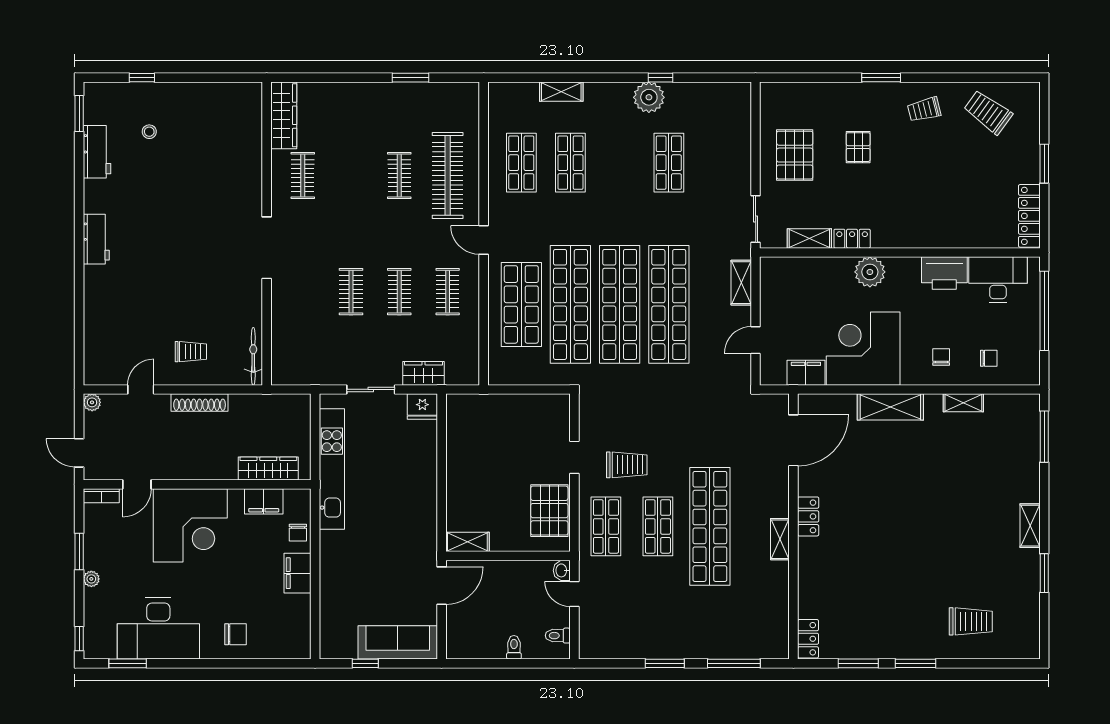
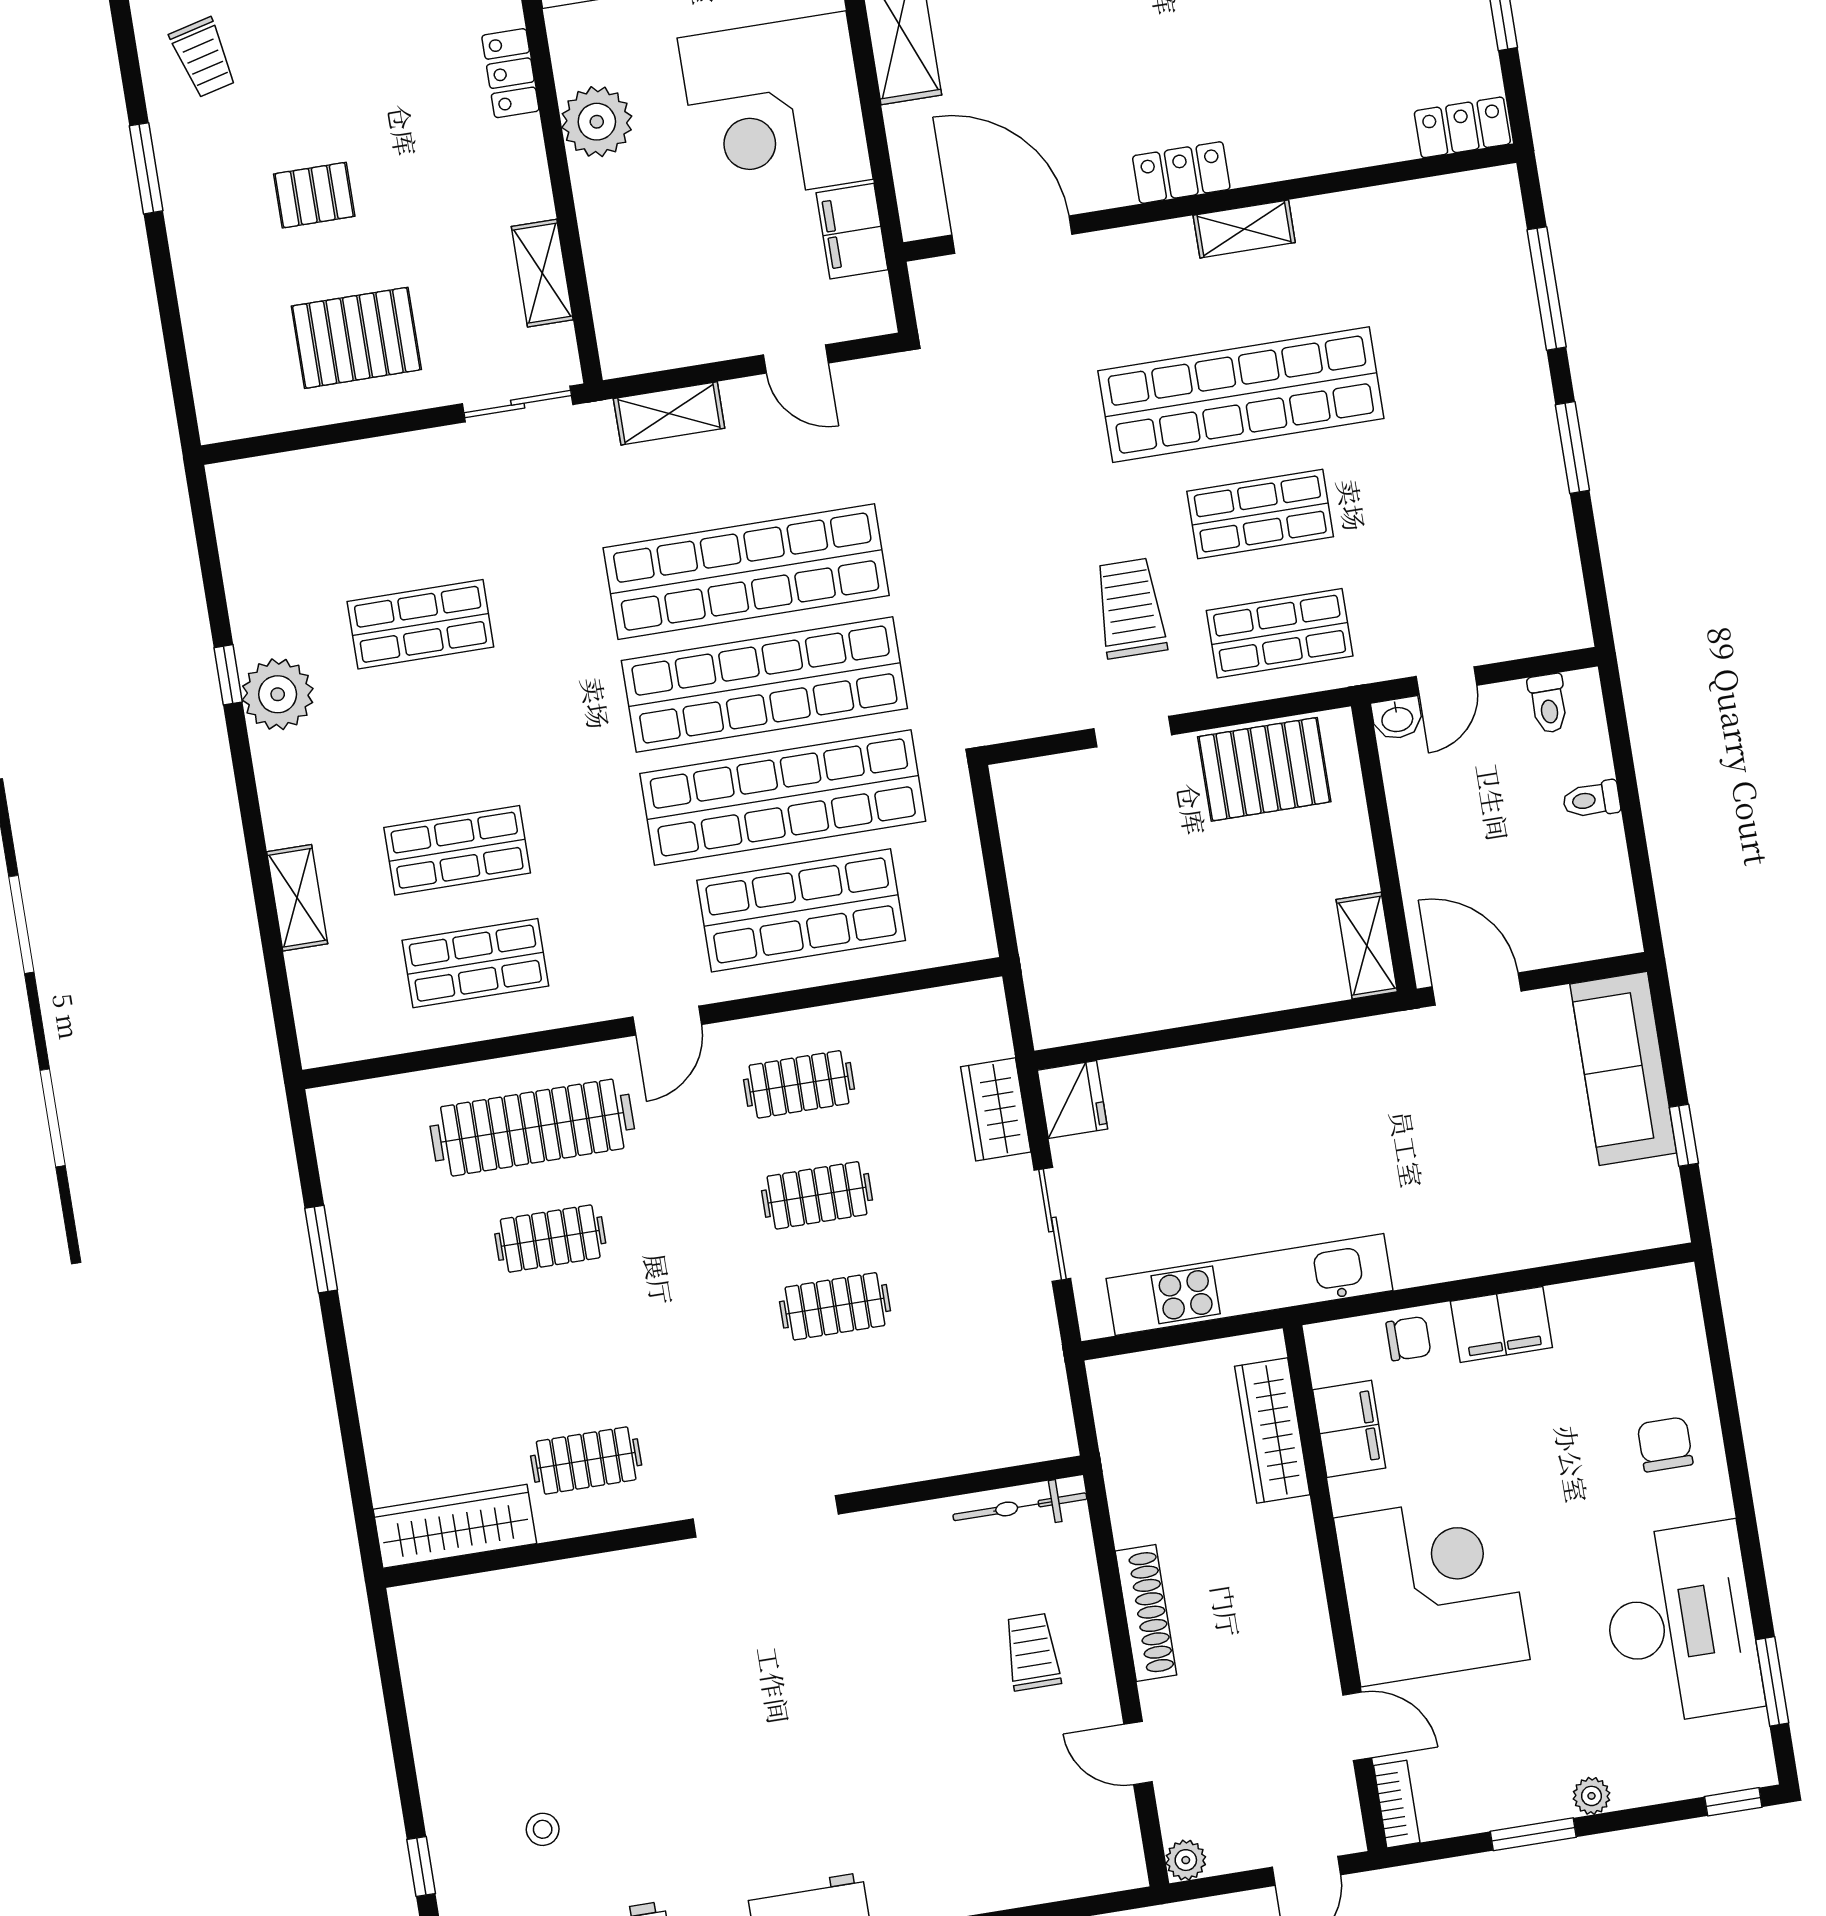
locker: (852, 239) -> (510, 73), moved

